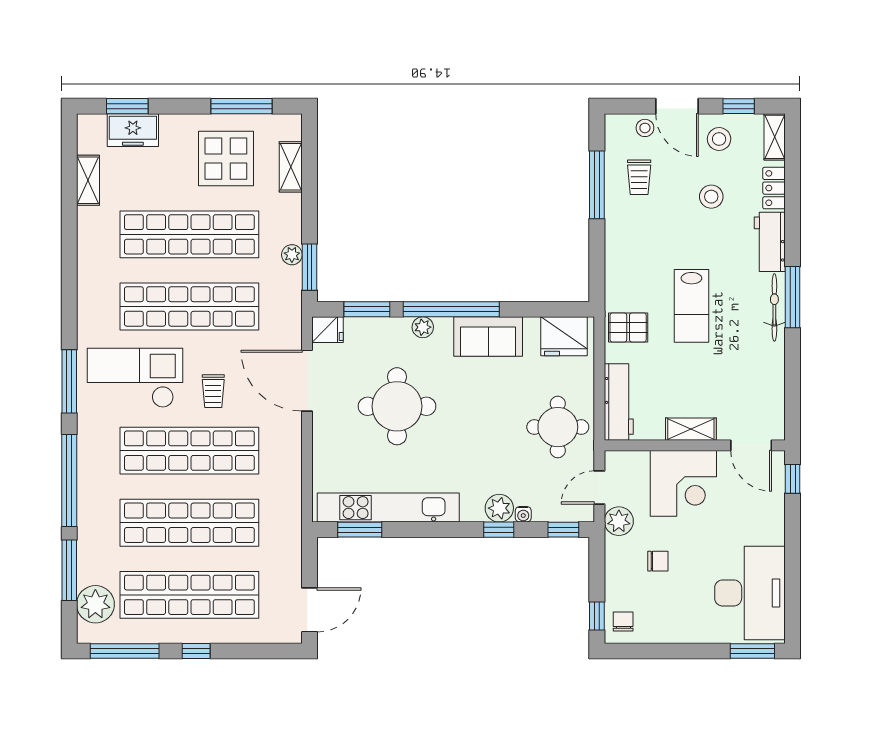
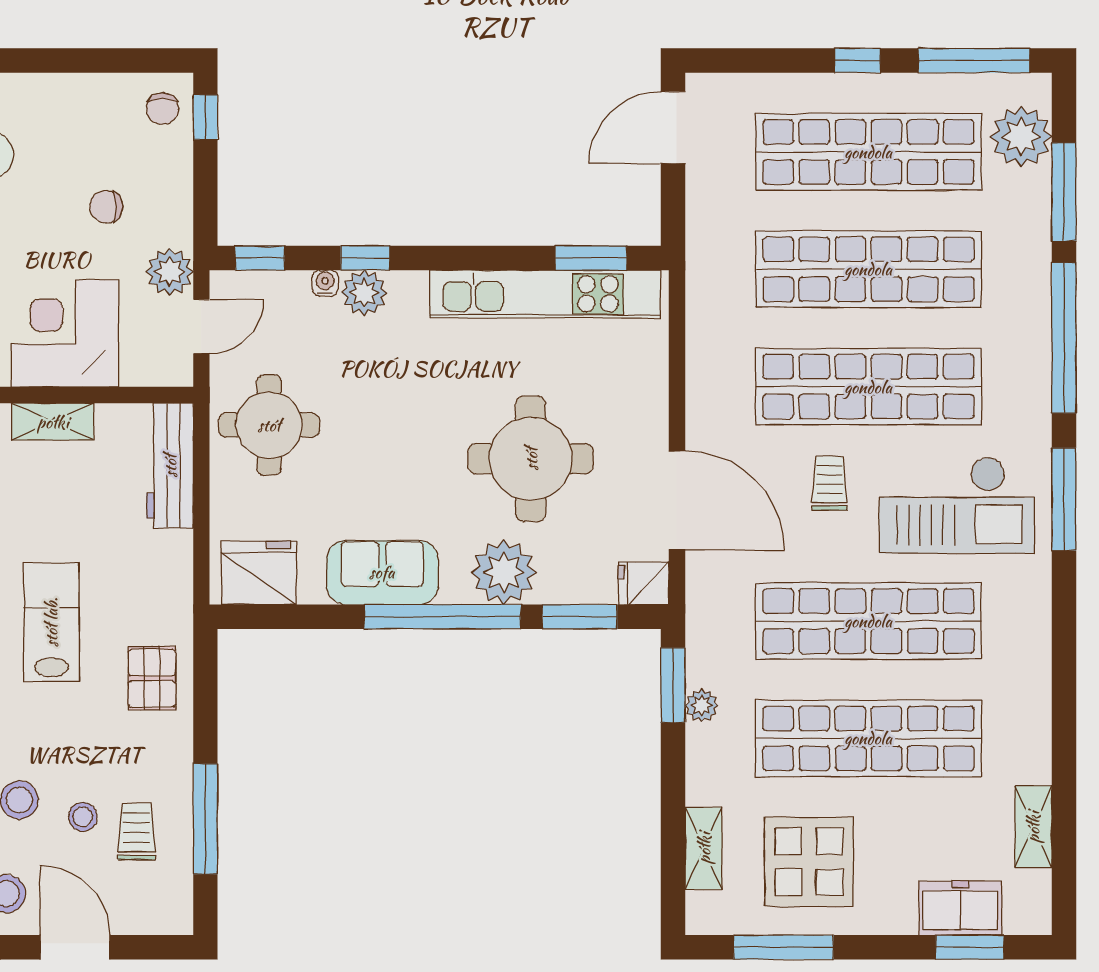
stool: (645, 128) -> (83, 817), moved
plant: (423, 327) -> (504, 572), width x1.87, depth x1.87
pallet: (628, 327) -> (152, 678), moved, turned 90

